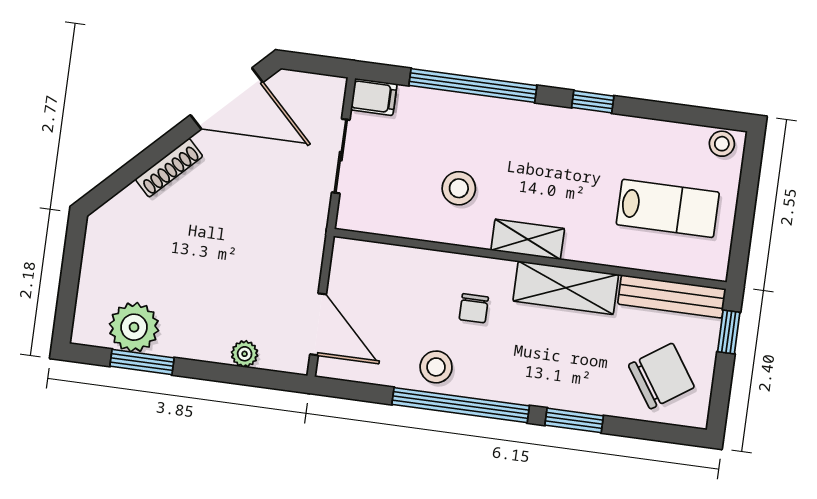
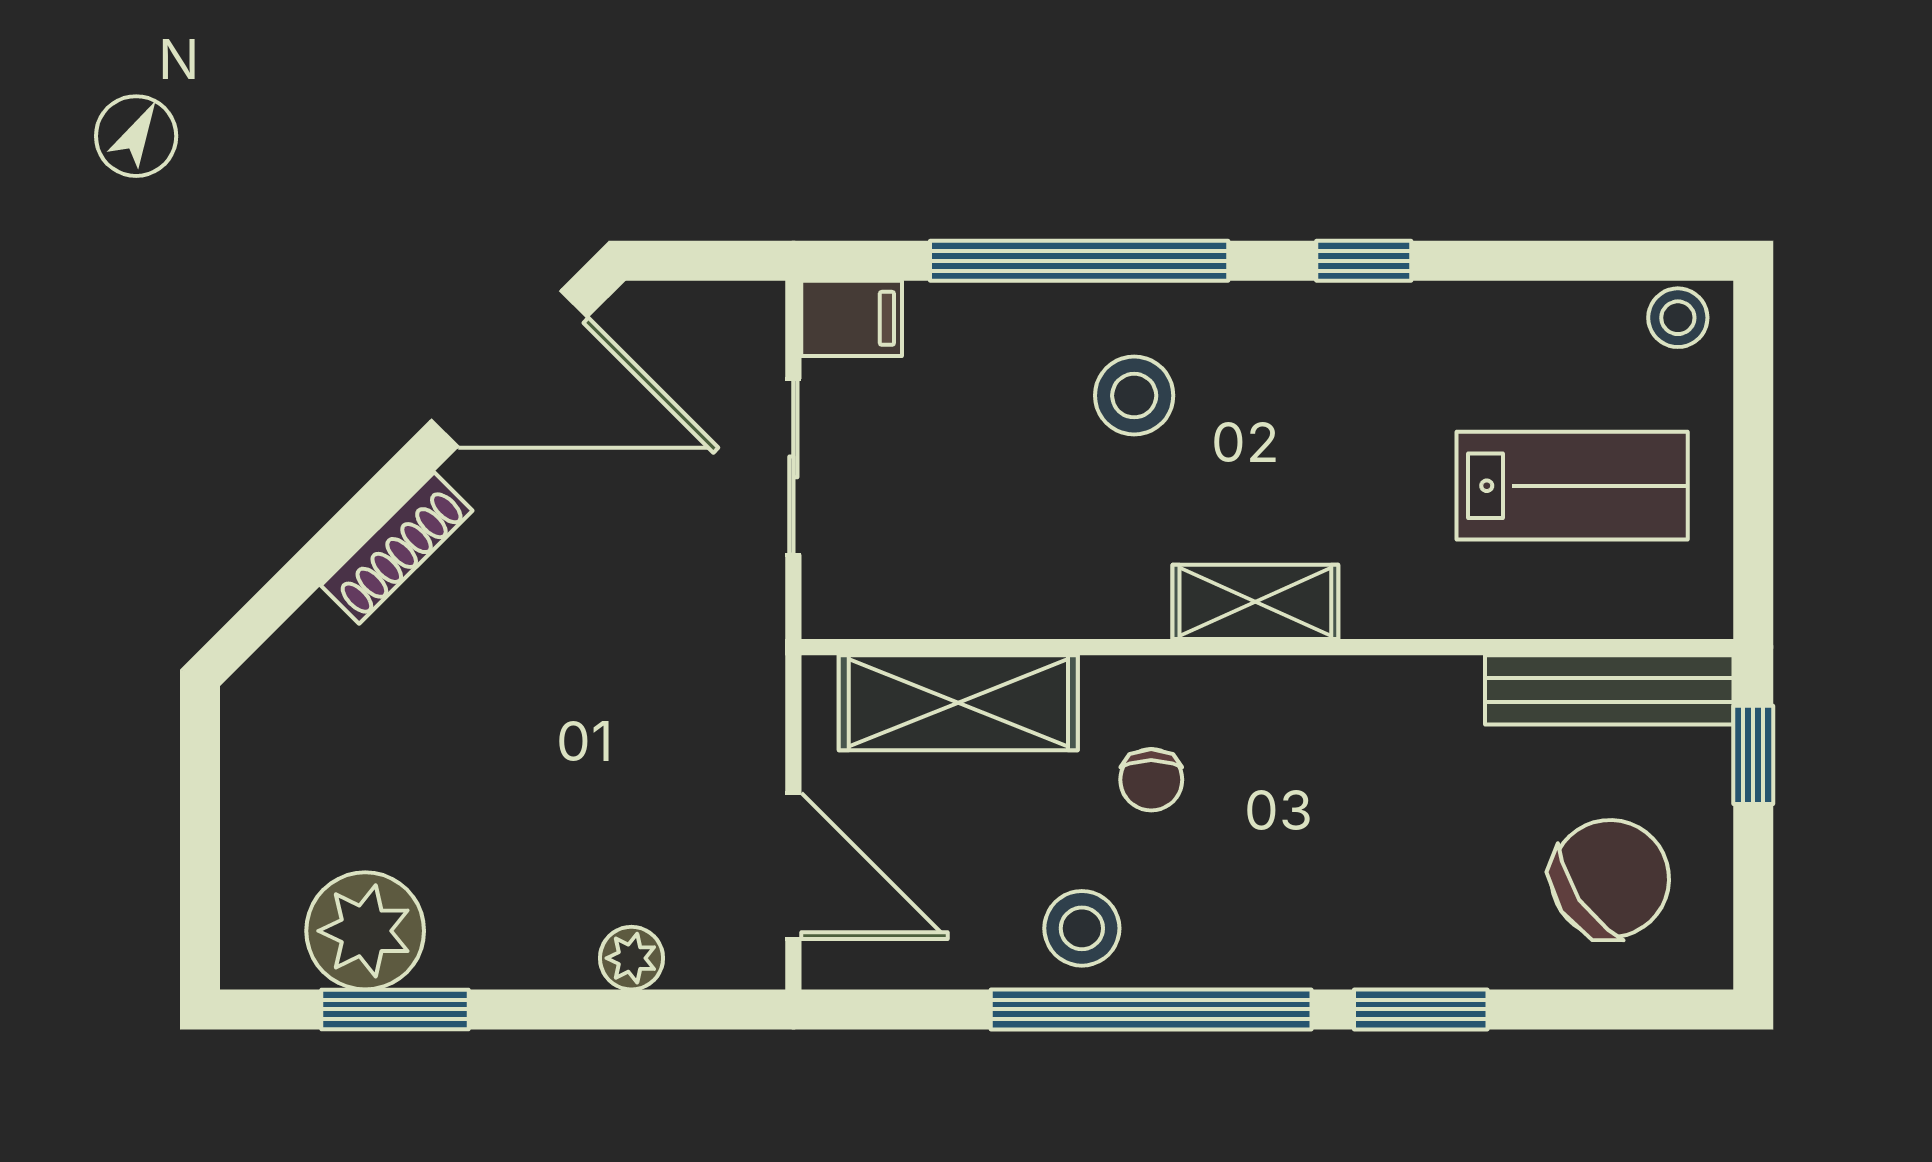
stool: (459, 188) -> (1134, 396), moved
shelving: (566, 288) -> (958, 703), moved

